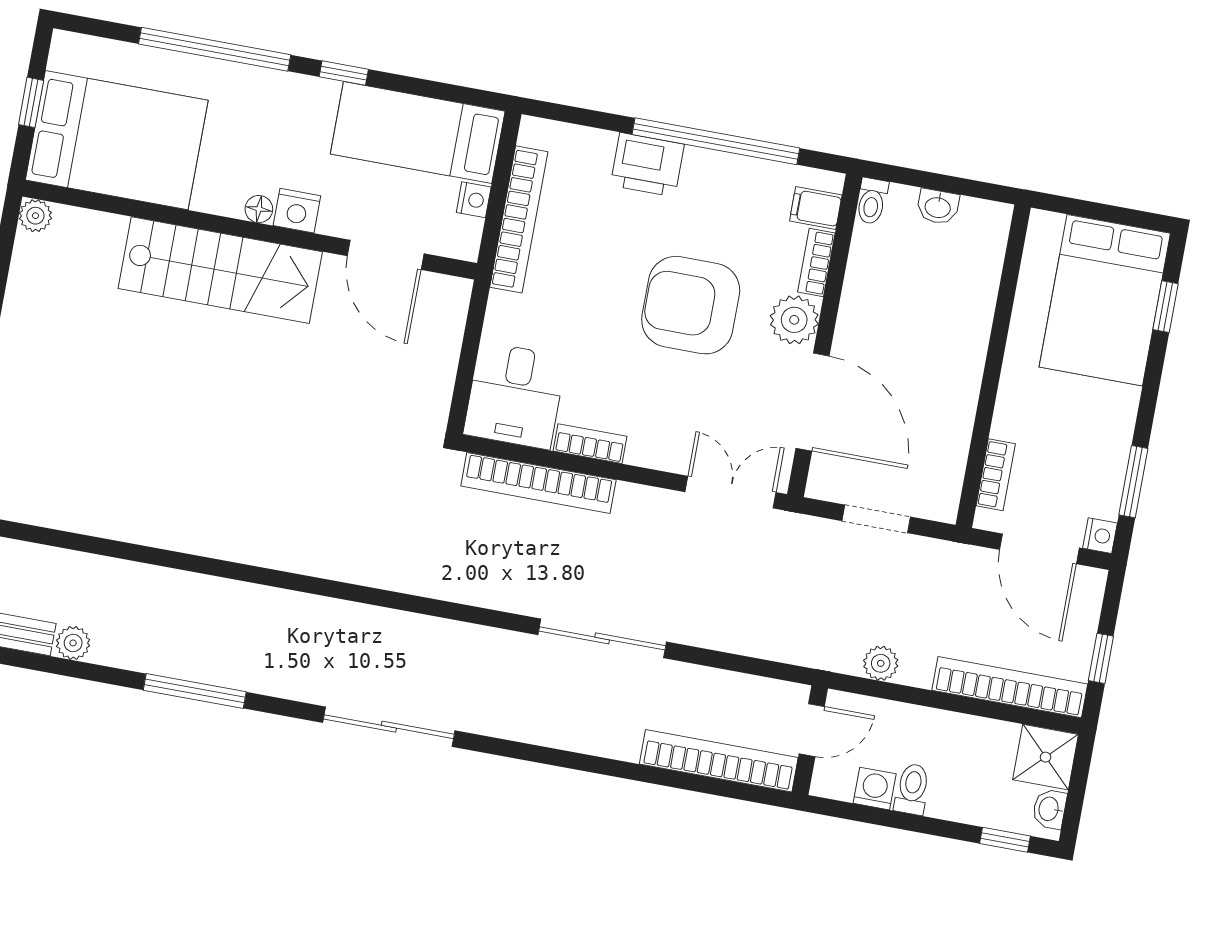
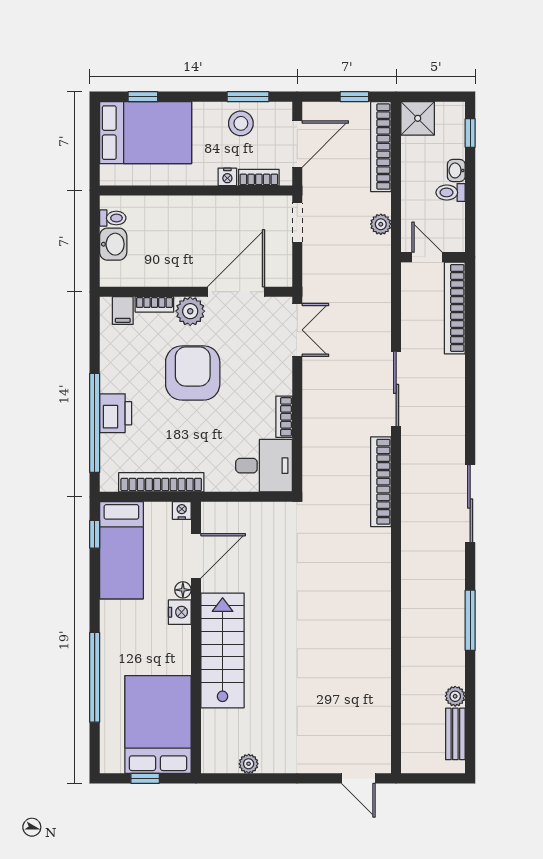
window: (344, 73) -> (95, 534), moved
window: (716, 141) -> (95, 423), moved
nightstand: (474, 200) -> (182, 510), moved
toilet: (872, 201) -> (113, 218), moved
washbasin: (938, 207) -> (113, 244), width x1.38, depth x1.45
floor lamp: (259, 209) -> (183, 590), moved
plant: (35, 216) -> (249, 764), moved
armchair: (691, 305) -> (193, 373), turned 180
stool: (1091, 461) -> (241, 123), added
bookcase: (538, 483) -> (381, 482), moved, turned 180
double door: (730, 492) -> (297, 330), swing flipped
doorway: (876, 519) -> (297, 222), moved
nightstand: (1100, 536) -> (227, 177), moved, turned 180
washing machine: (875, 789) -> (454, 214), removed
washbasin: (1049, 809) -> (456, 170), moved, turned 90

